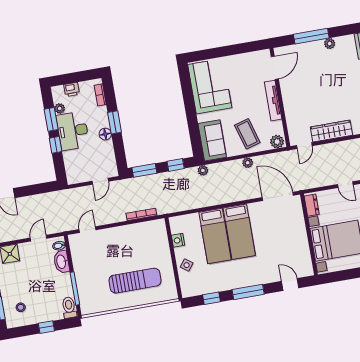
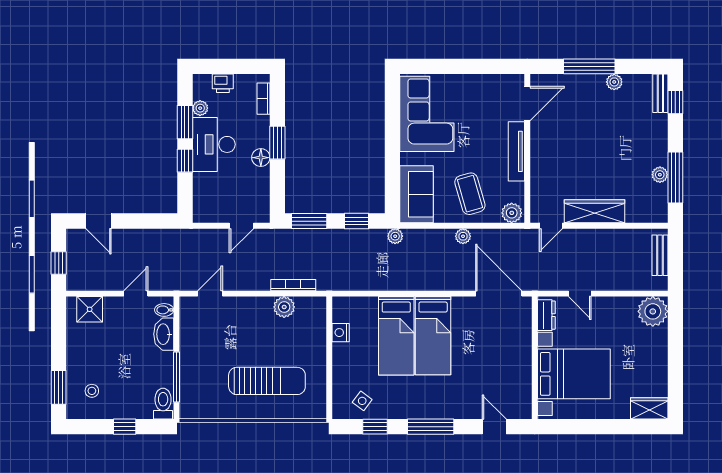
door: (345, 185) -> (580, 294), moved
plant: (138, 230) -> (284, 307), added
side table: (187, 265) -> (362, 401), moved

